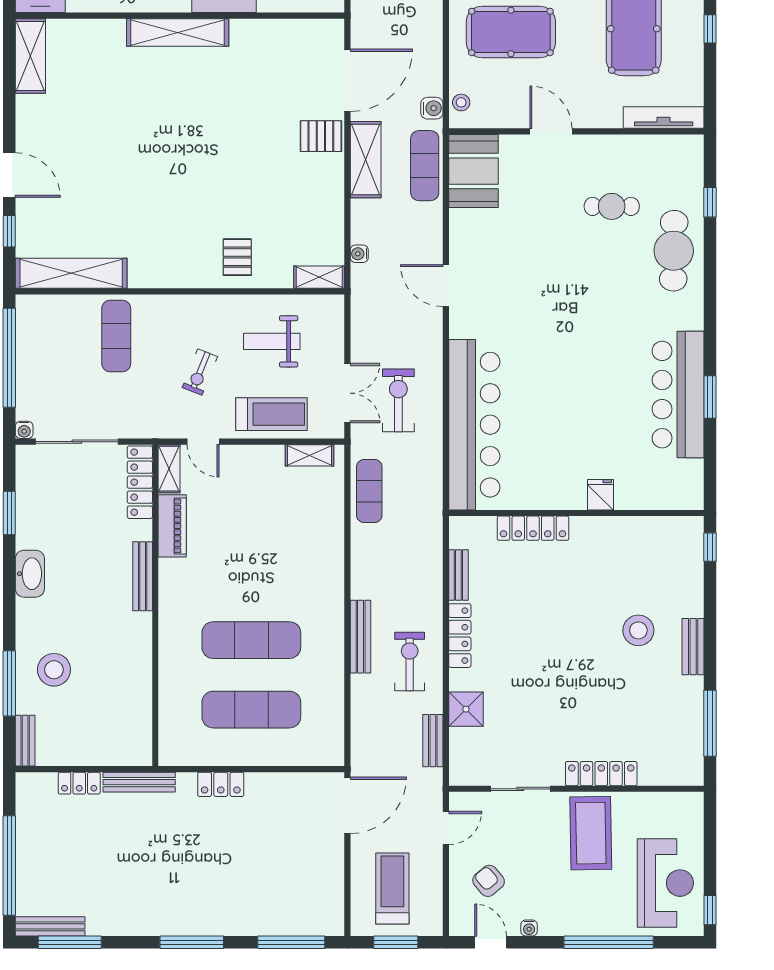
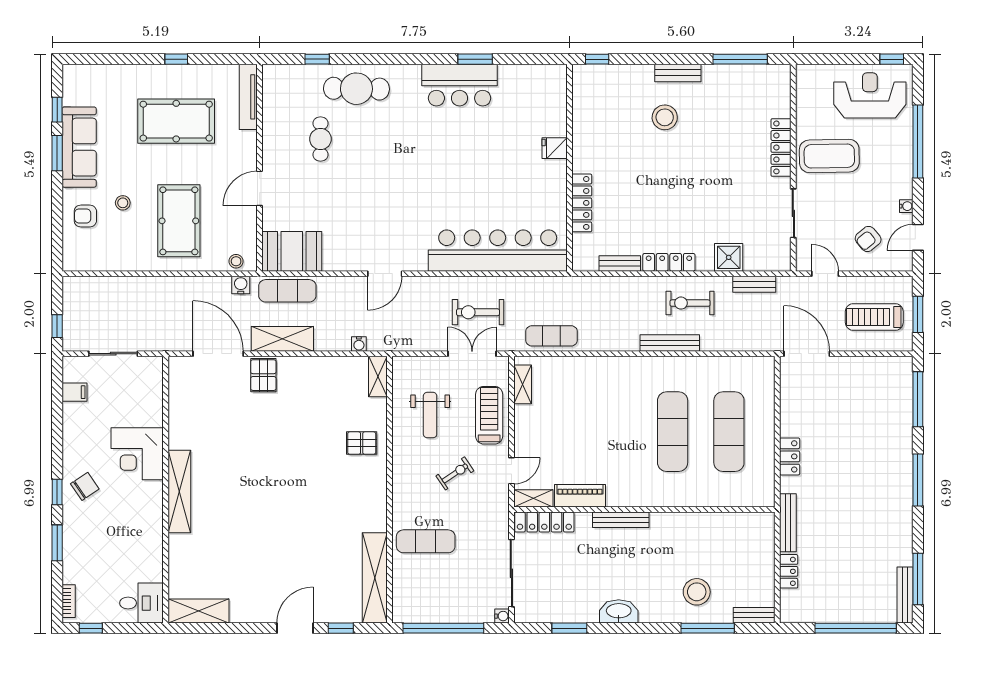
exercise bike: (200, 372) -> (455, 473), turned -56
bar counter: (678, 395) -> (460, 85), width x0.73

